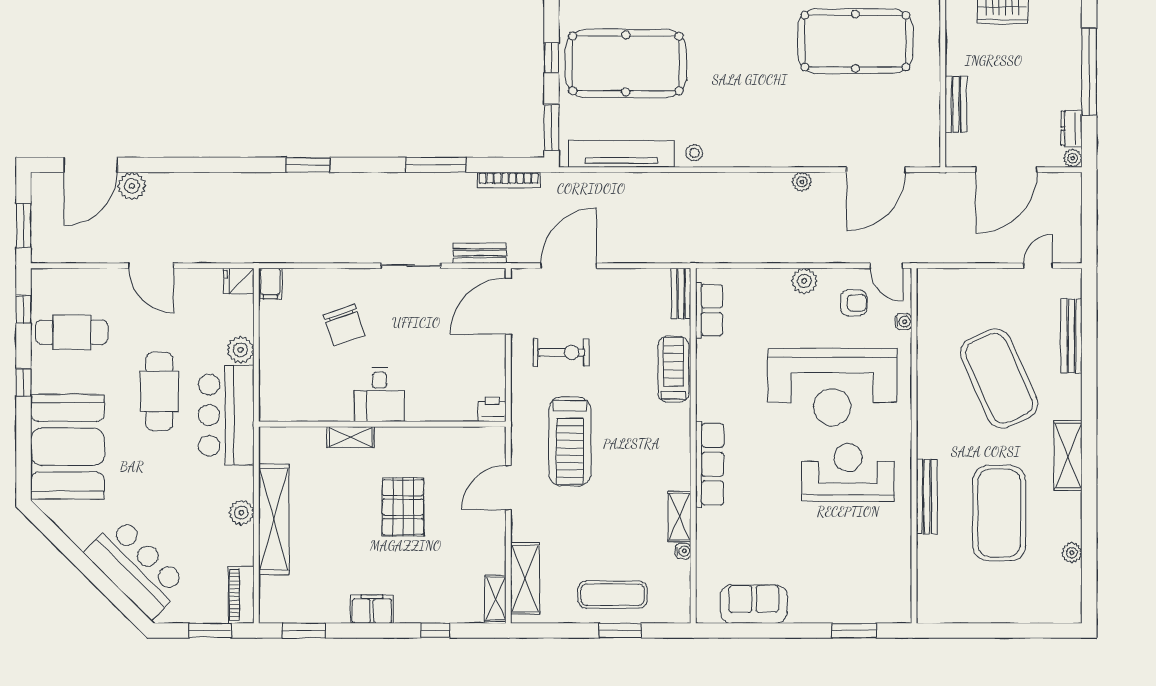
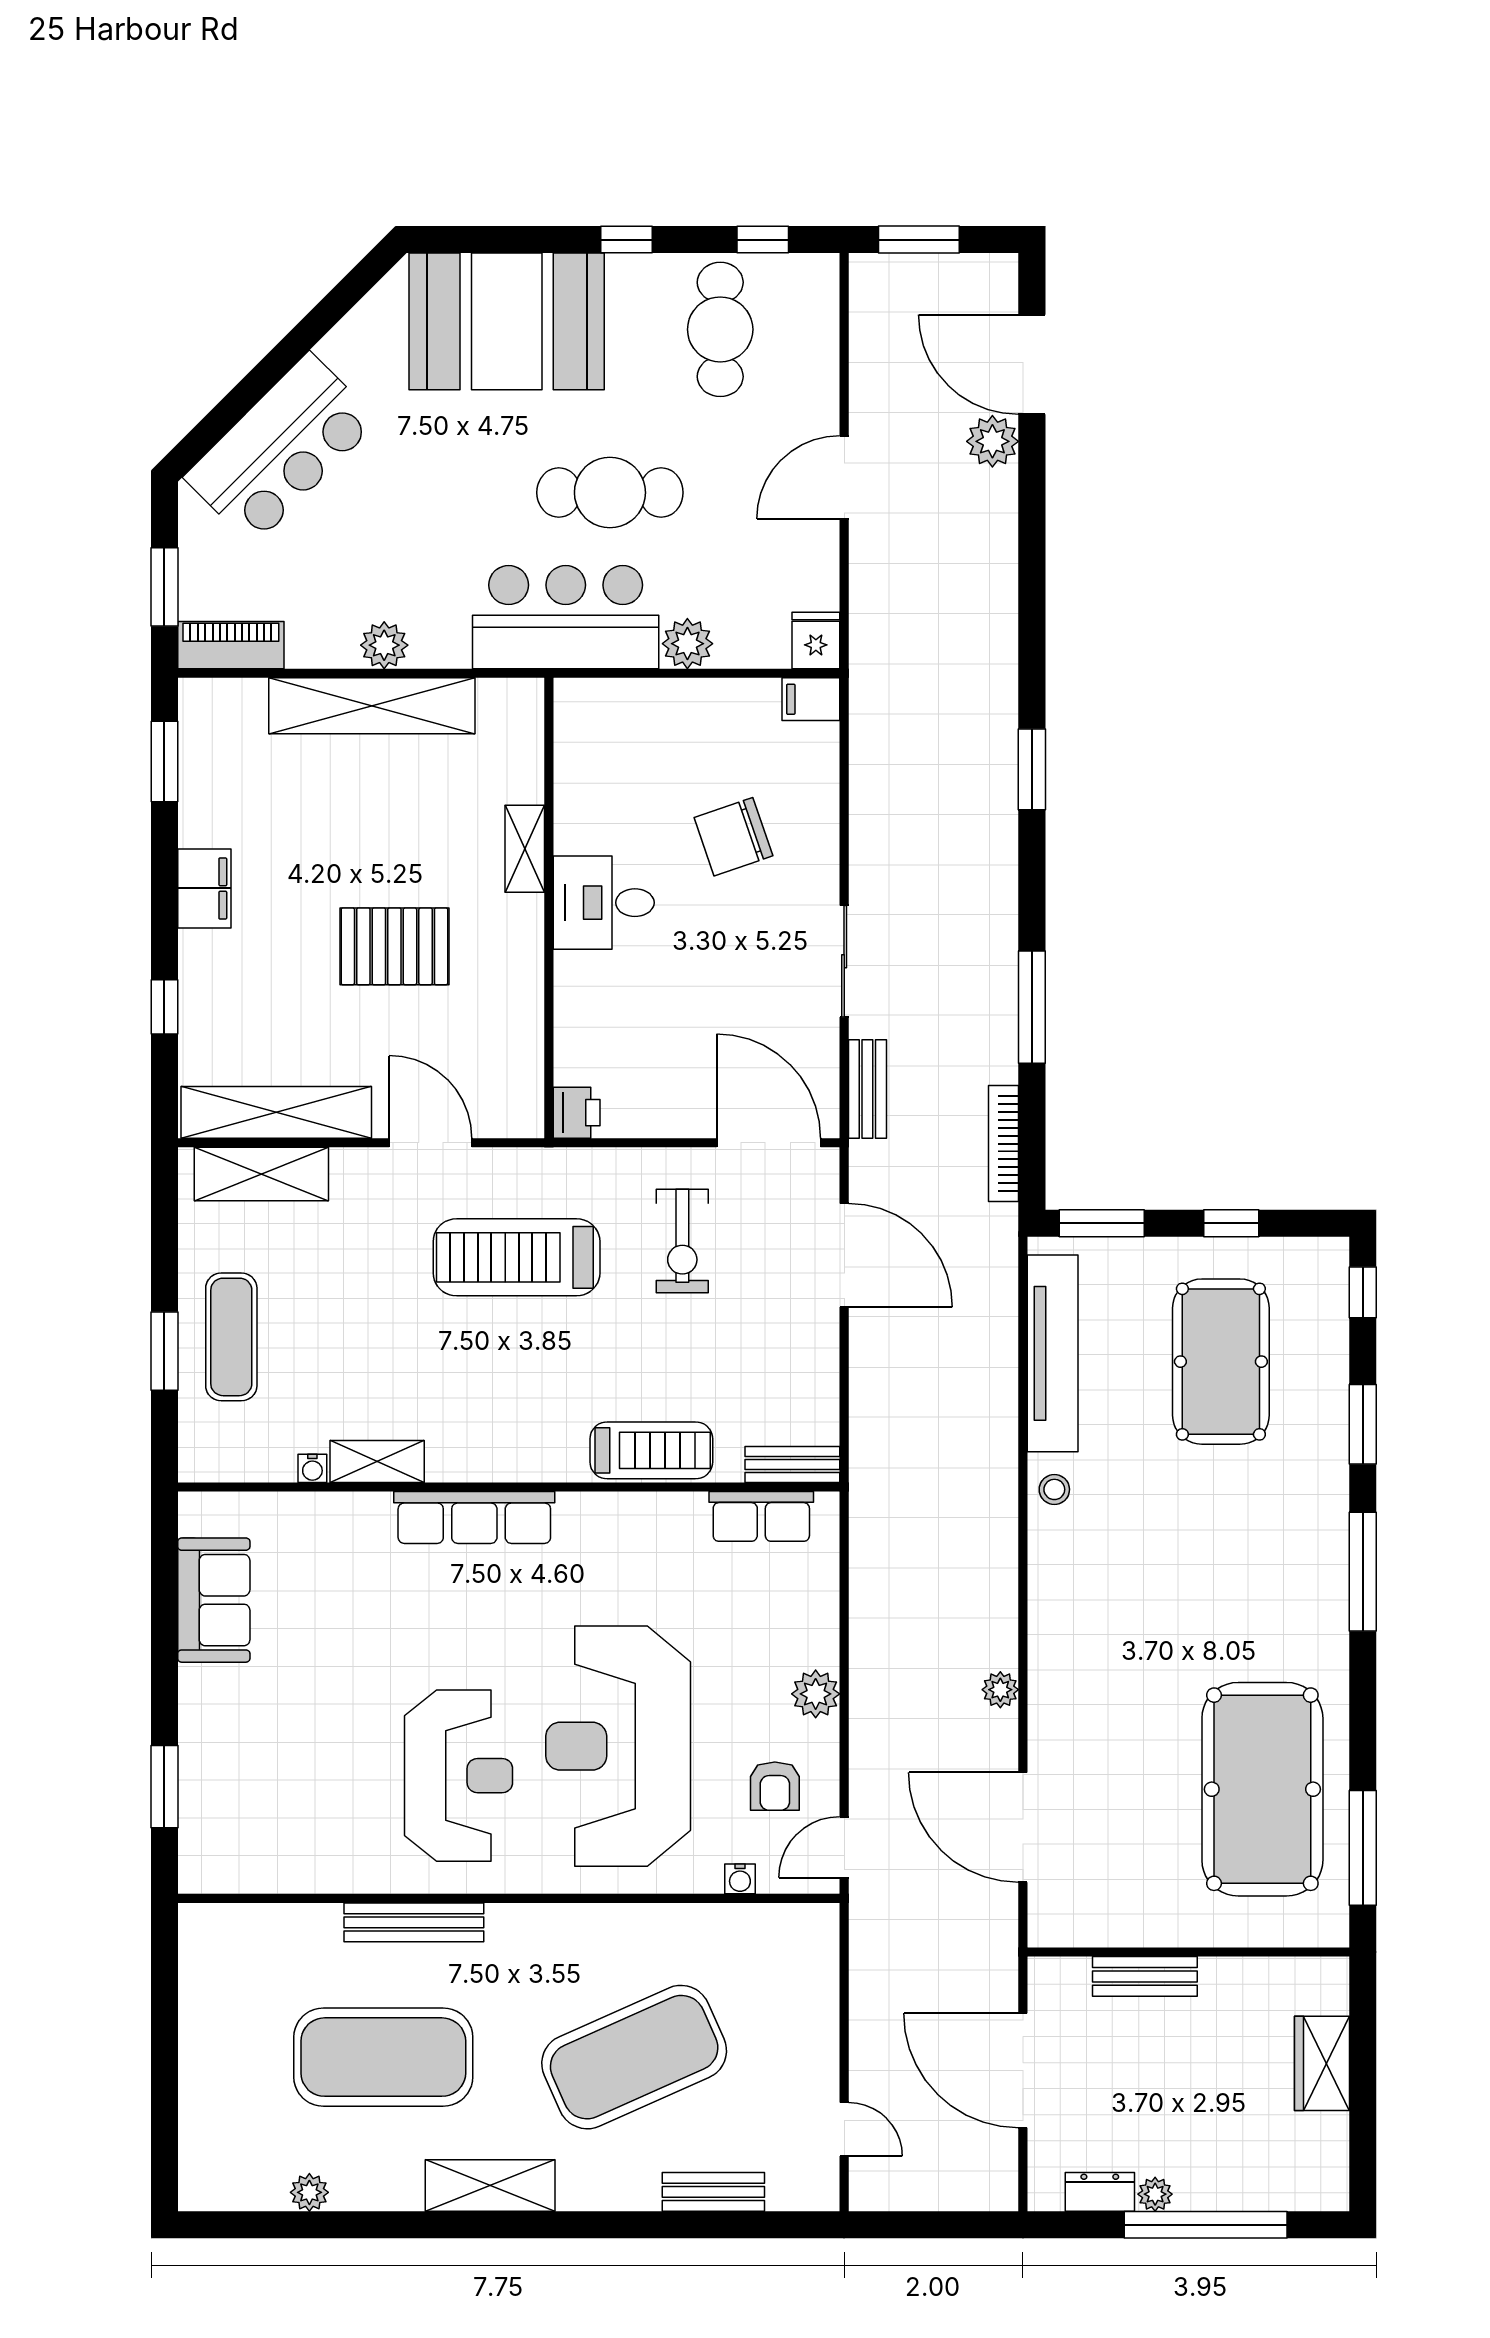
pool table: (626, 63) -> (1221, 1362), width x0.73, depth x0.76
plant: (1073, 158) -> (1155, 2194), moved
bench: (1072, 336) -> (713, 2192), width x0.73
shelving: (495, 598) -> (276, 1112), width x2.20, depth x1.33

